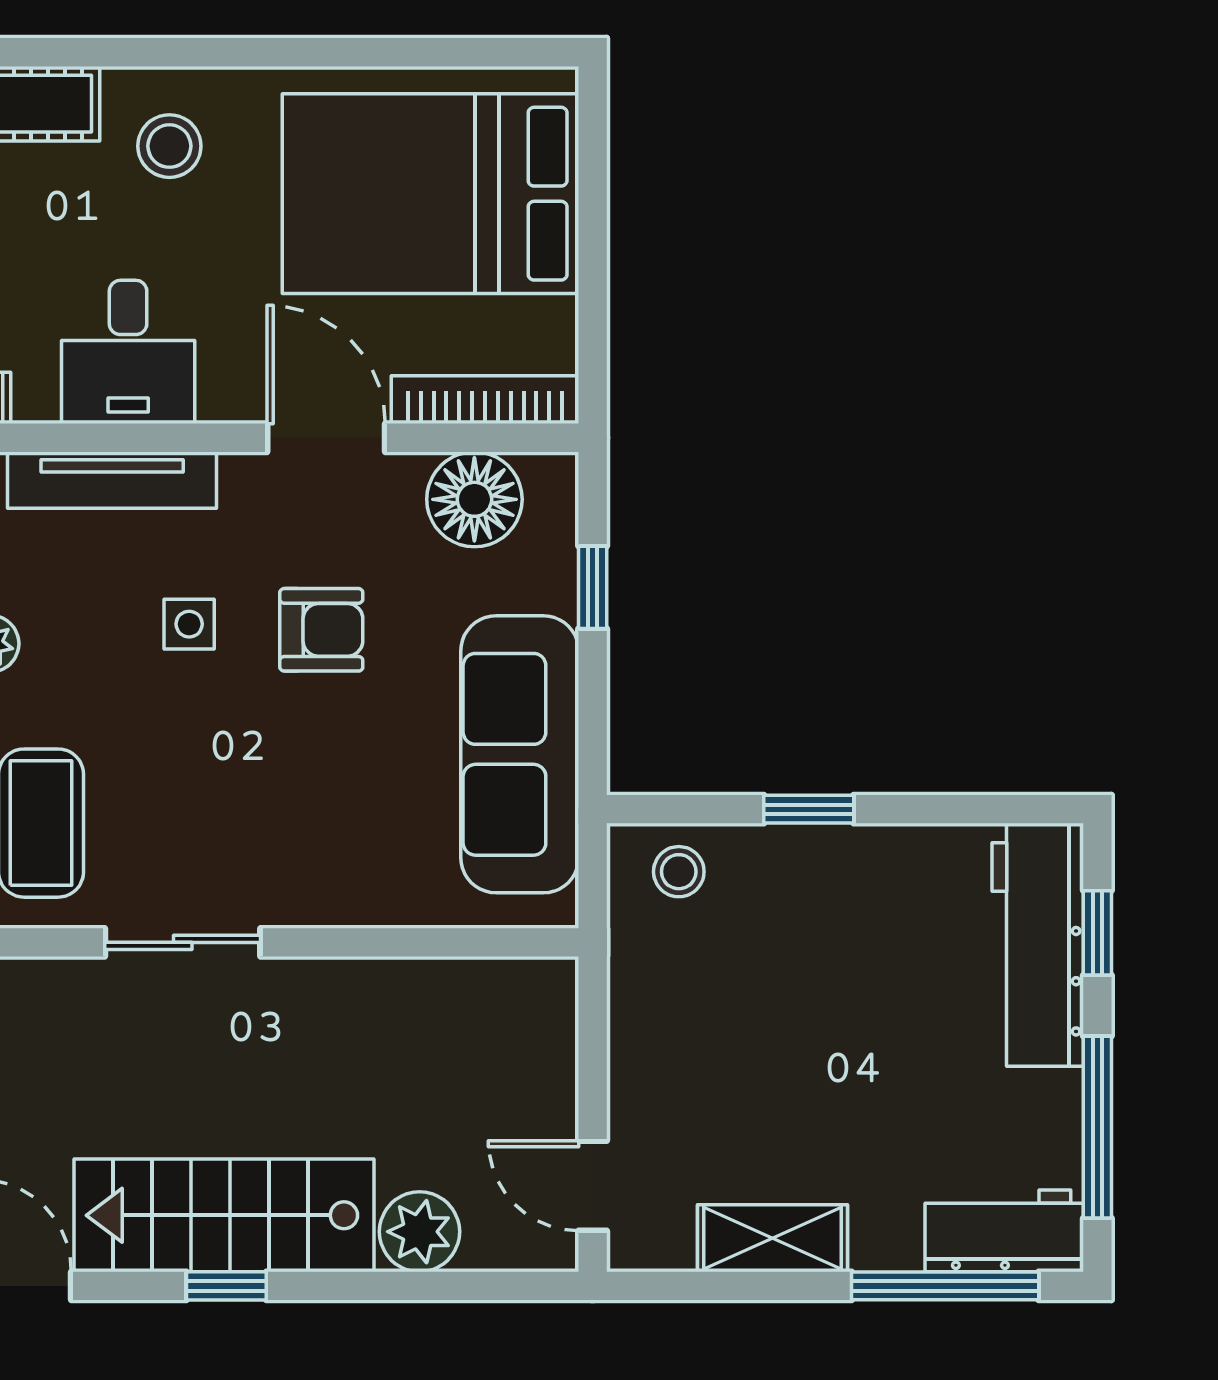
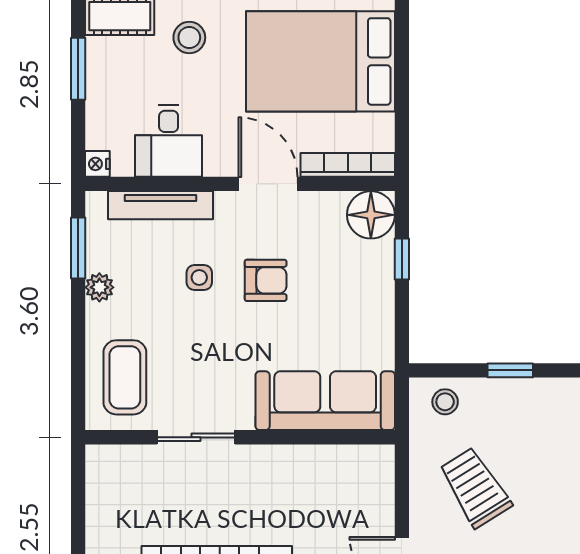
floor lamp: (474, 499) -> (371, 215), moved
sofa: (520, 754) -> (325, 401), moved, turned 90
trolley: (739, 1043) -> (475, 488), added

